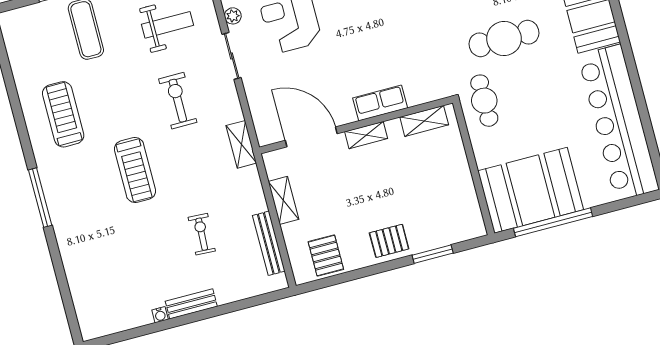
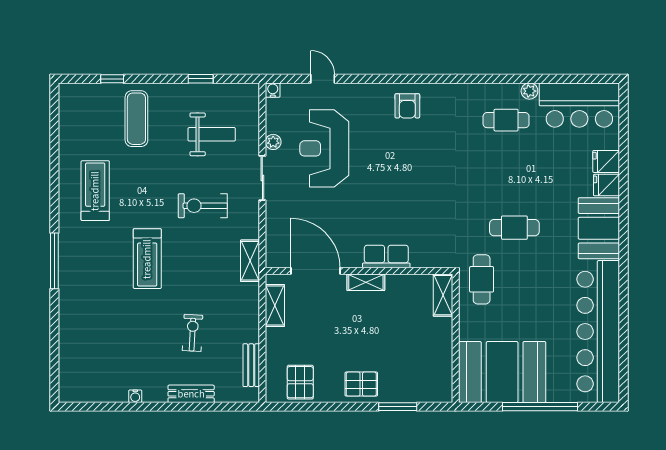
cafe table: (504, 38) -> (514, 228), width x0.73, depth x0.74
exercise bike: (178, 101) -> (203, 206), turned -90
shelving: (424, 121) -> (443, 295), moved, turned 90
shelving: (283, 200) -> (275, 306), moved
window: (553, 222) -> (540, 407), moved
bench: (269, 243) -> (251, 365), width x0.73
bench: (191, 304) -> (191, 394), moved

